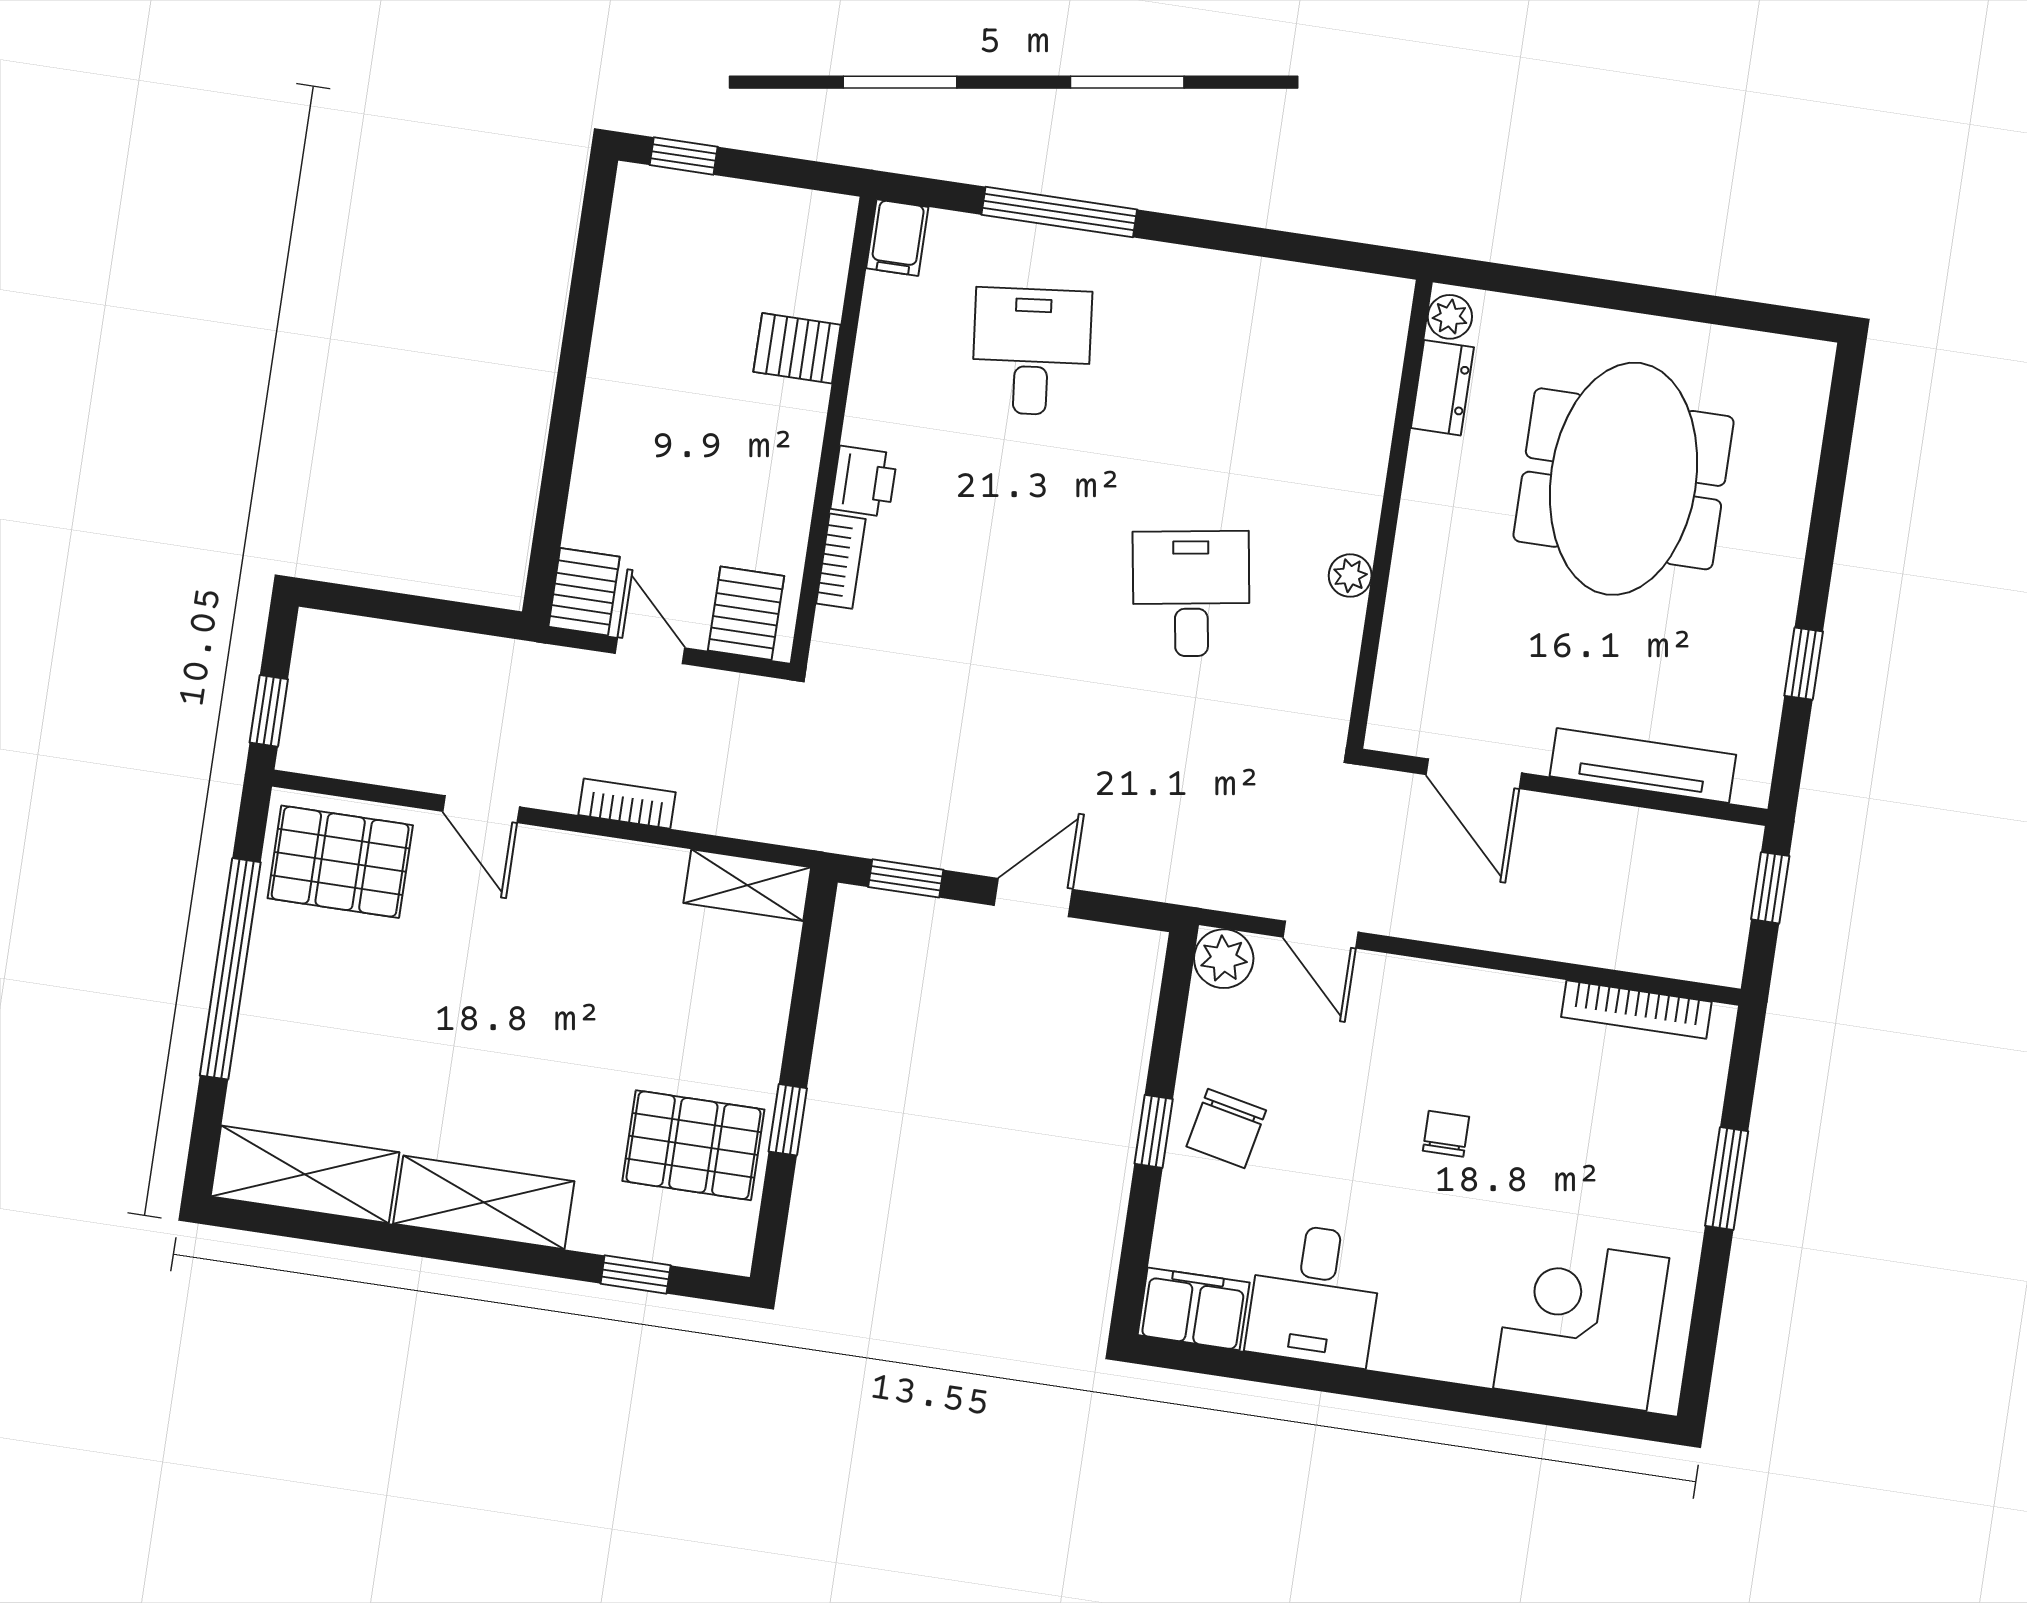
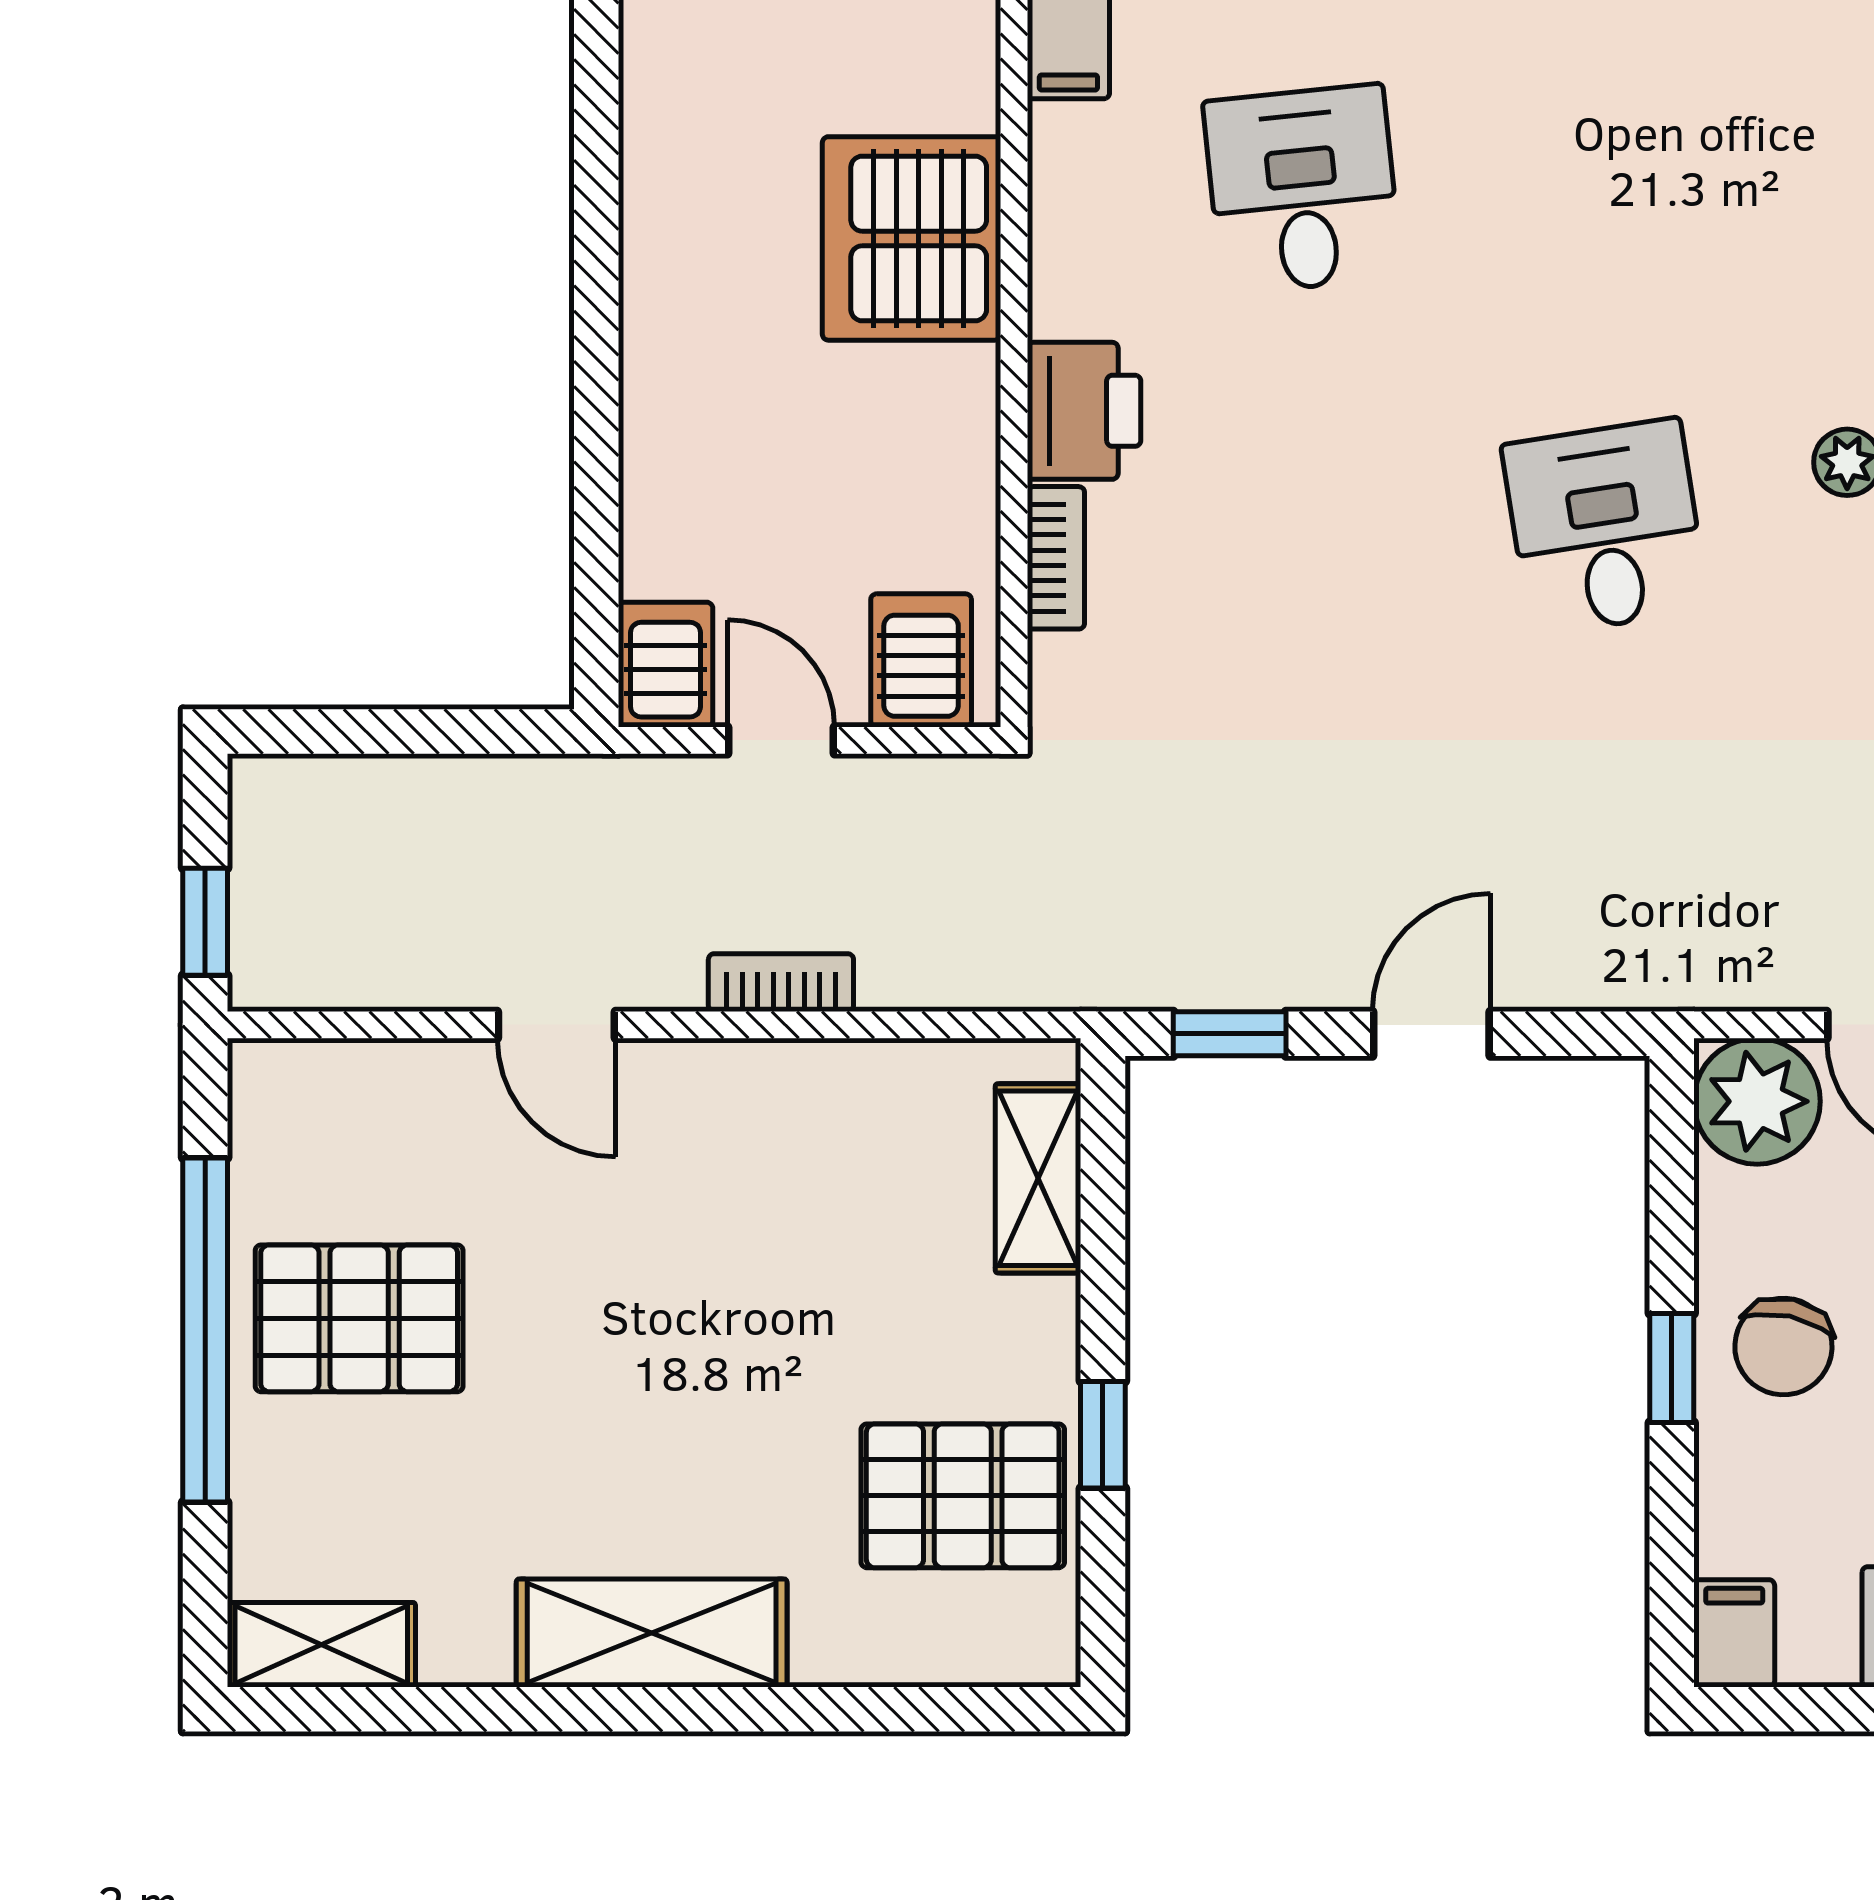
server rack: (797, 348) -> (912, 238), width x2.18, depth x1.44
printer: (864, 481) -> (1084, 411), width x1.36, depth x1.24
pallet: (340, 862) -> (359, 1318), moved
shelving: (747, 885) -> (1038, 1178), moved, turned 90
plant: (1224, 959) -> (1757, 1101), width x1.36, depth x1.36
shelving: (305, 1174) -> (321, 1645), width x0.67, depth x0.75
window: (636, 1275) -> (903, 1709), removed
filing cabinet: (1194, 1309) -> (1734, 1633), width x0.50

